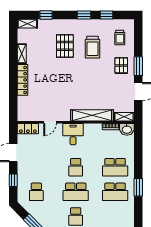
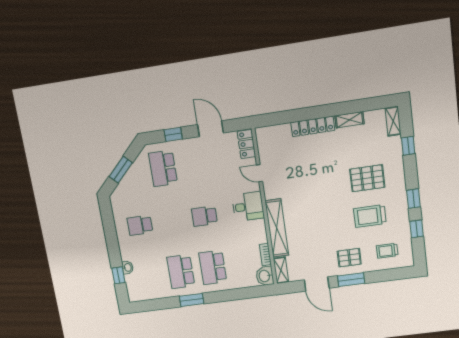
school desk: (36, 192) -> (163, 168), width x1.85
school desk: (76, 192) -> (172, 221), removed

